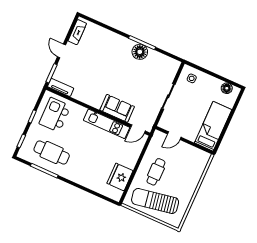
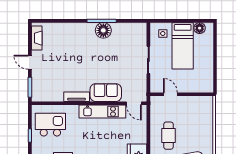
tv unit: (61, 87) -> (77, 97), moved
kitchen island: (55, 115) -> (50, 125), turned 90
bed: (213, 126) -> (183, 46), moved, turned 180
door: (138, 129) -> (134, 103), hinge flipped
door: (174, 136) -> (170, 94), swing flipped

